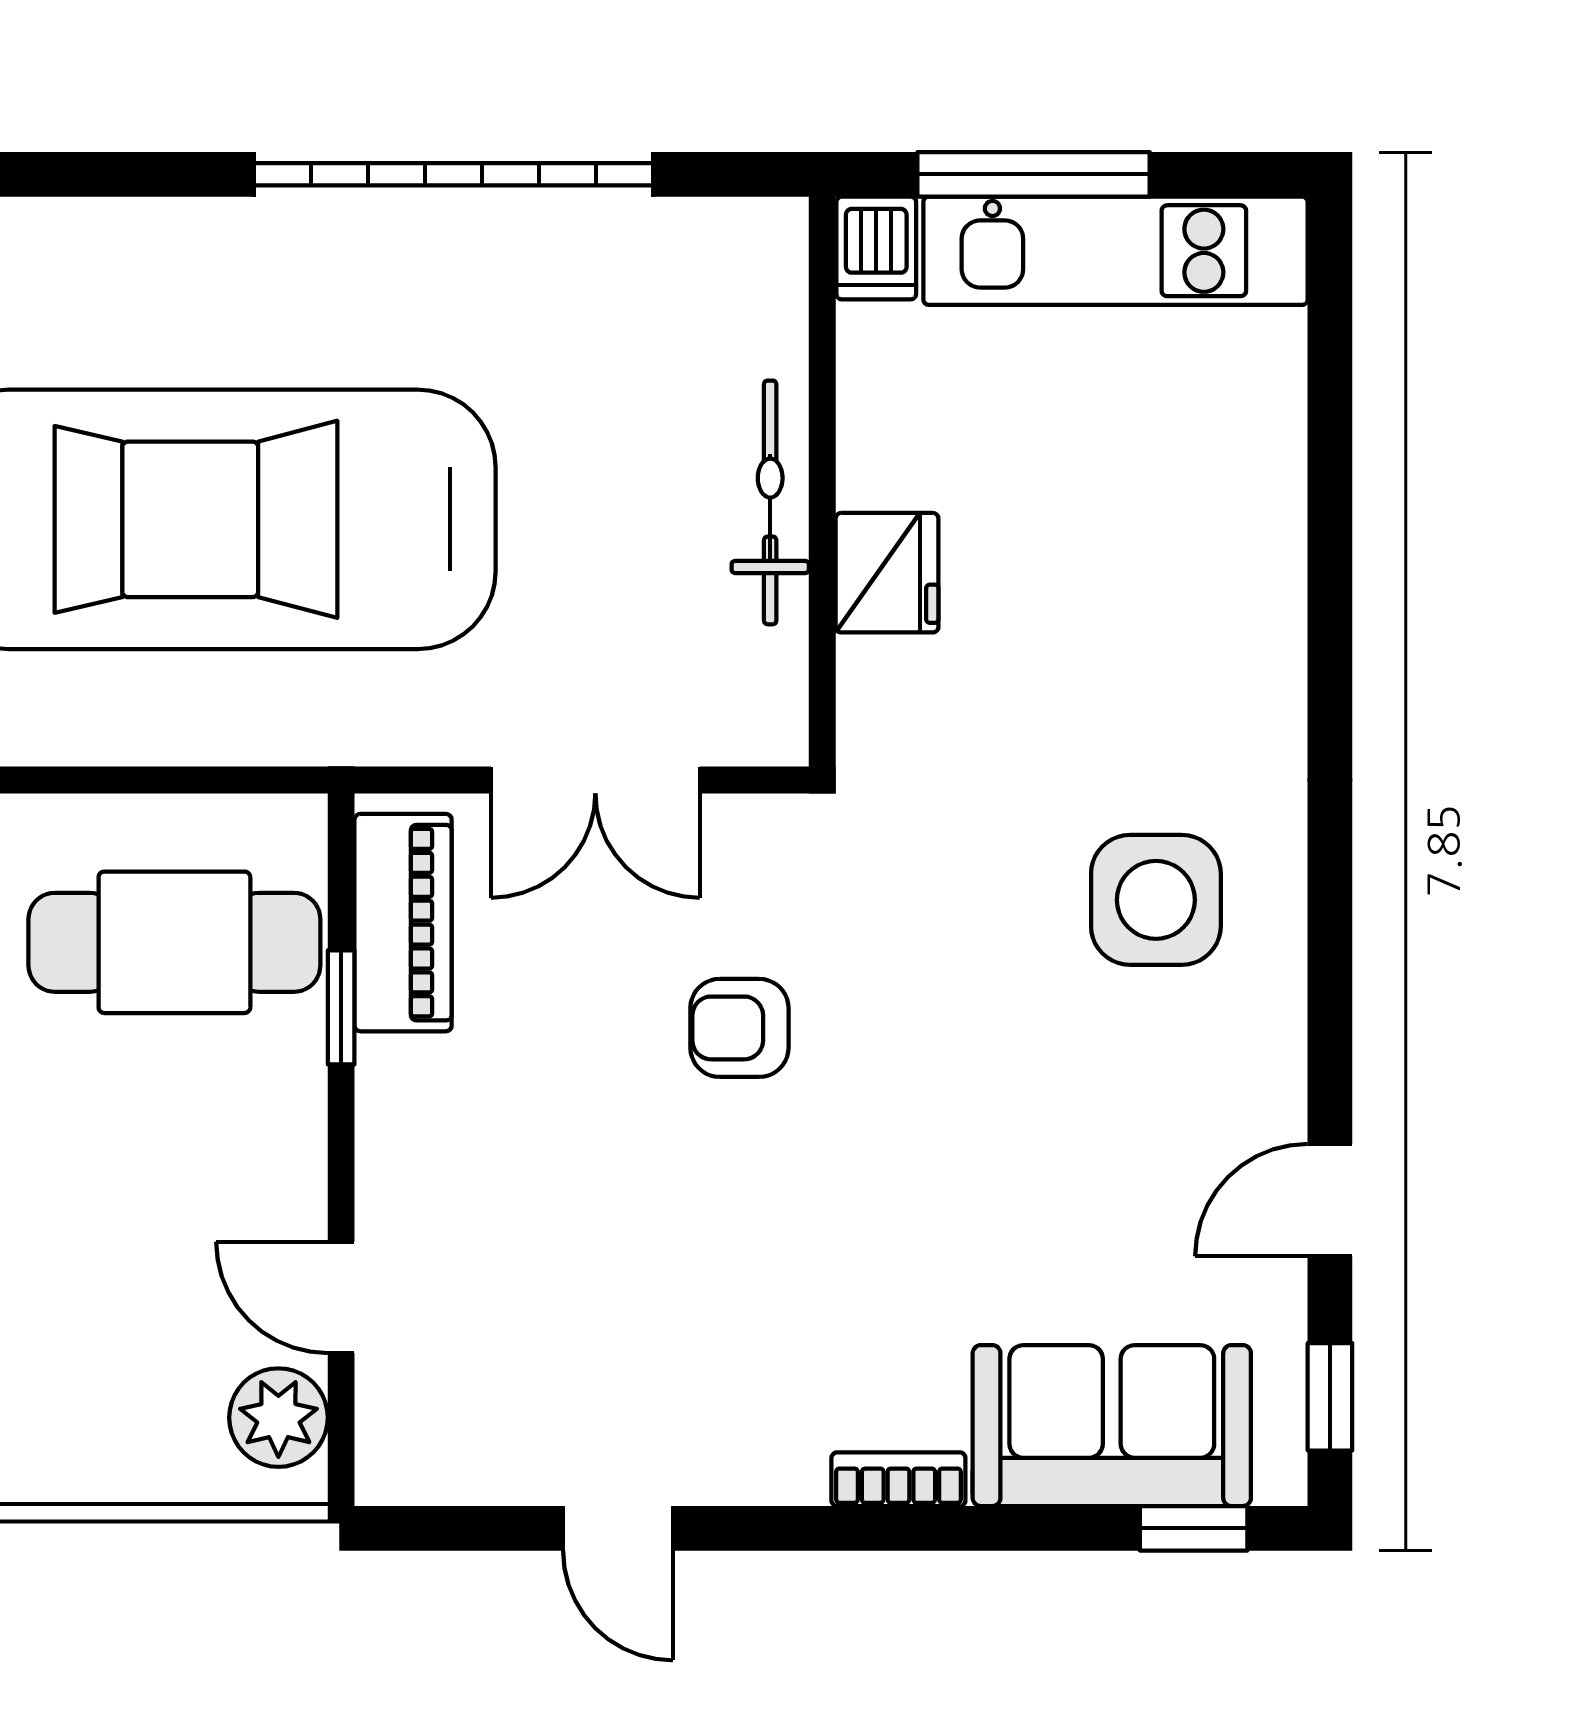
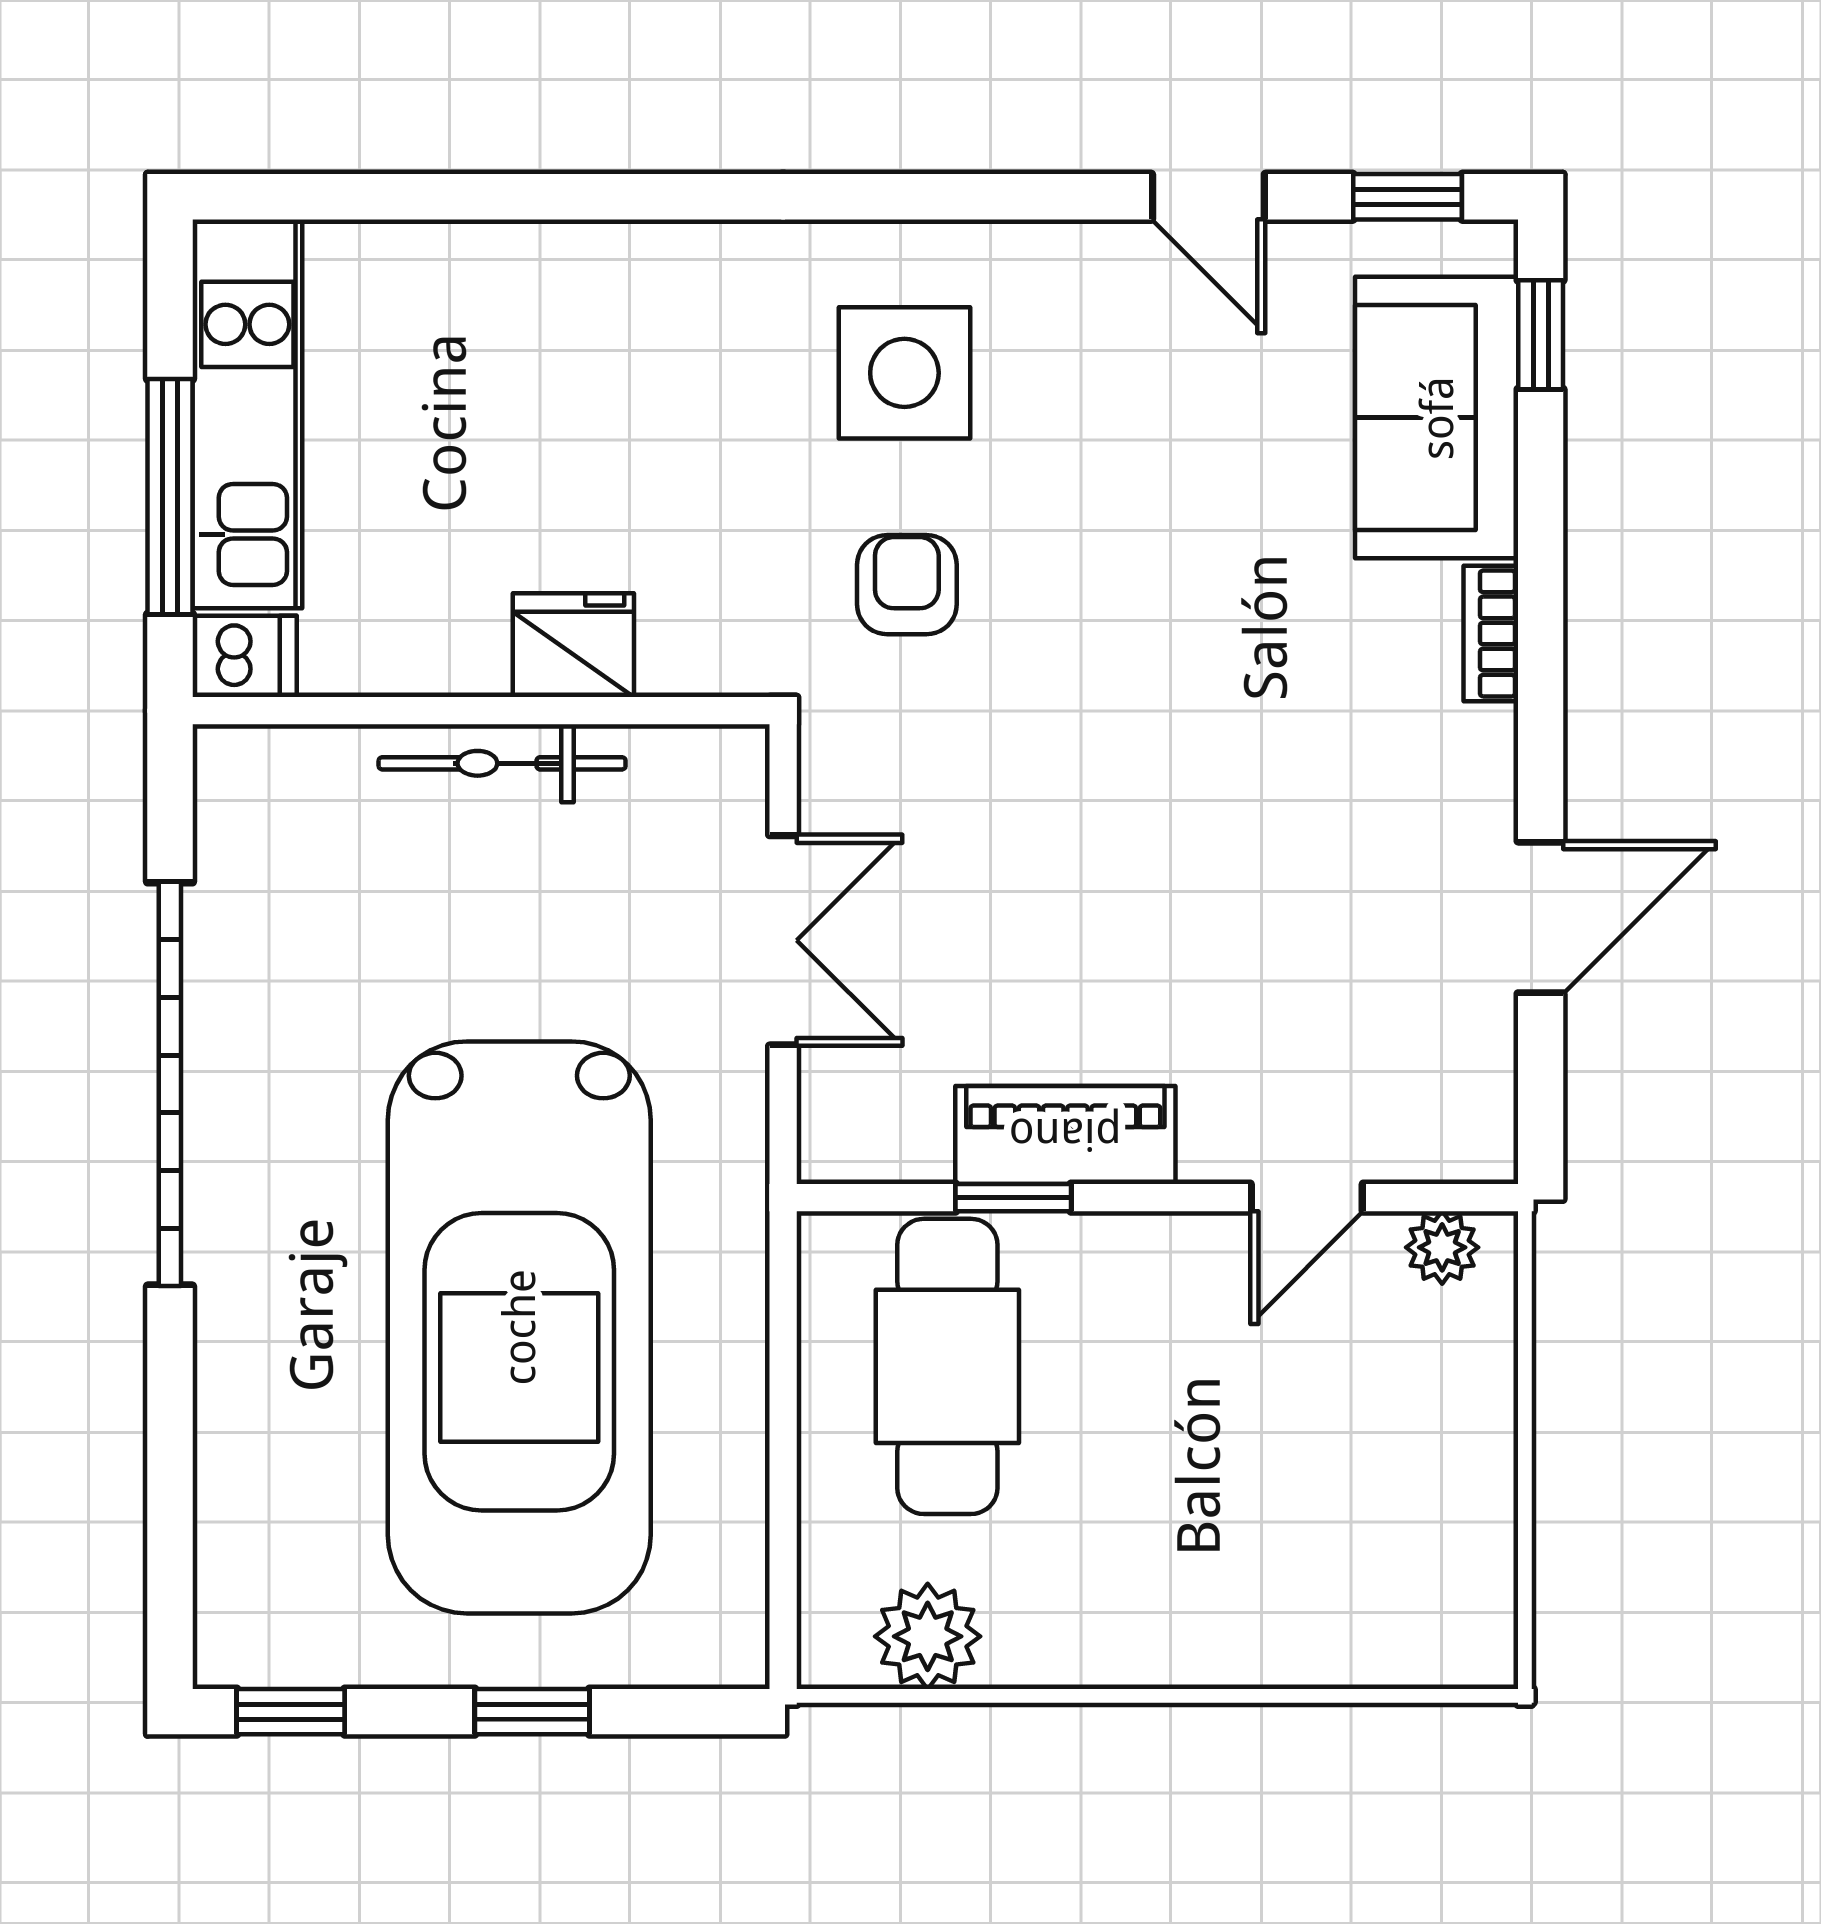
piano: (403, 923) -> (1065, 1135), moved
armchair: (739, 1028) -> (907, 585), moved, turned 180
plant: (278, 1418) -> (1442, 1247), width x0.73, depth x0.73
door: (618, 1528) -> (1541, 917), width x1.38

